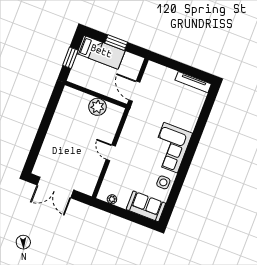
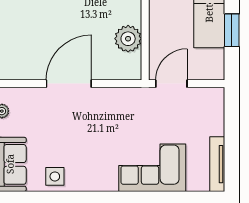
corner sofa: (171, 148) -> (152, 168), moved
door: (111, 153) -> (69, 84), width x1.87

